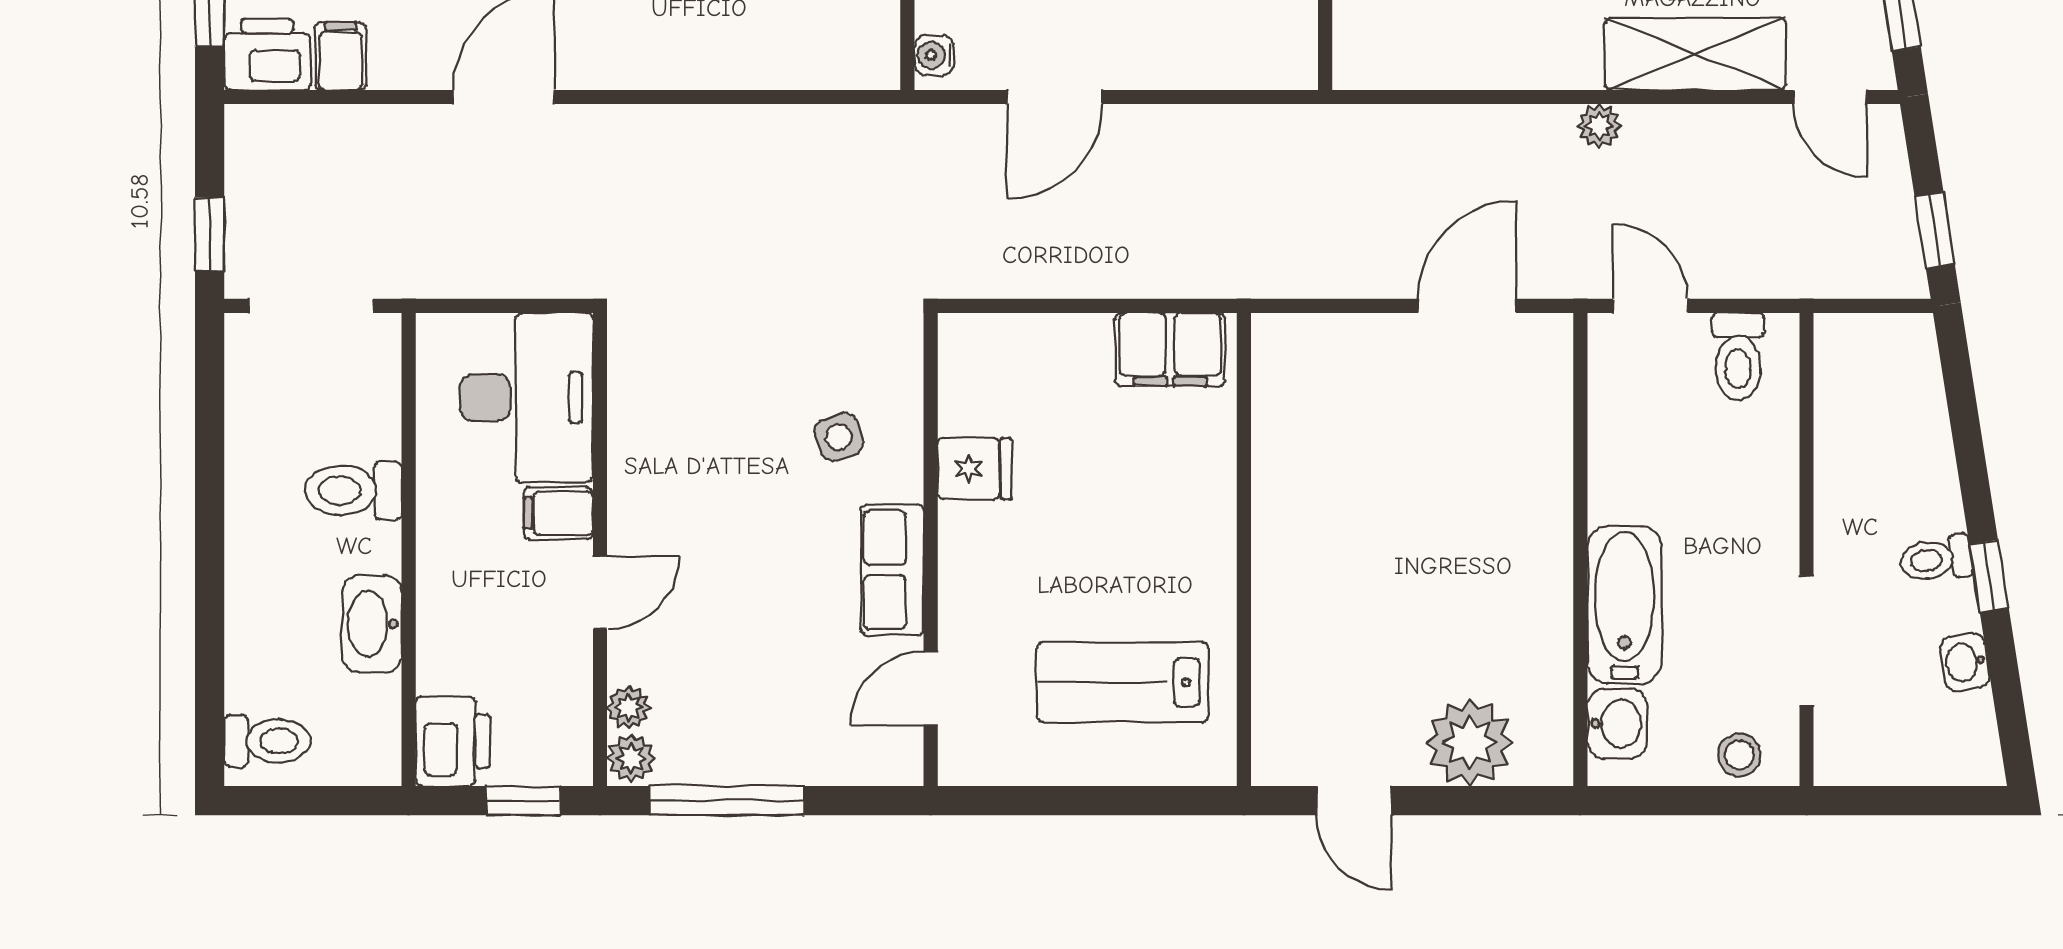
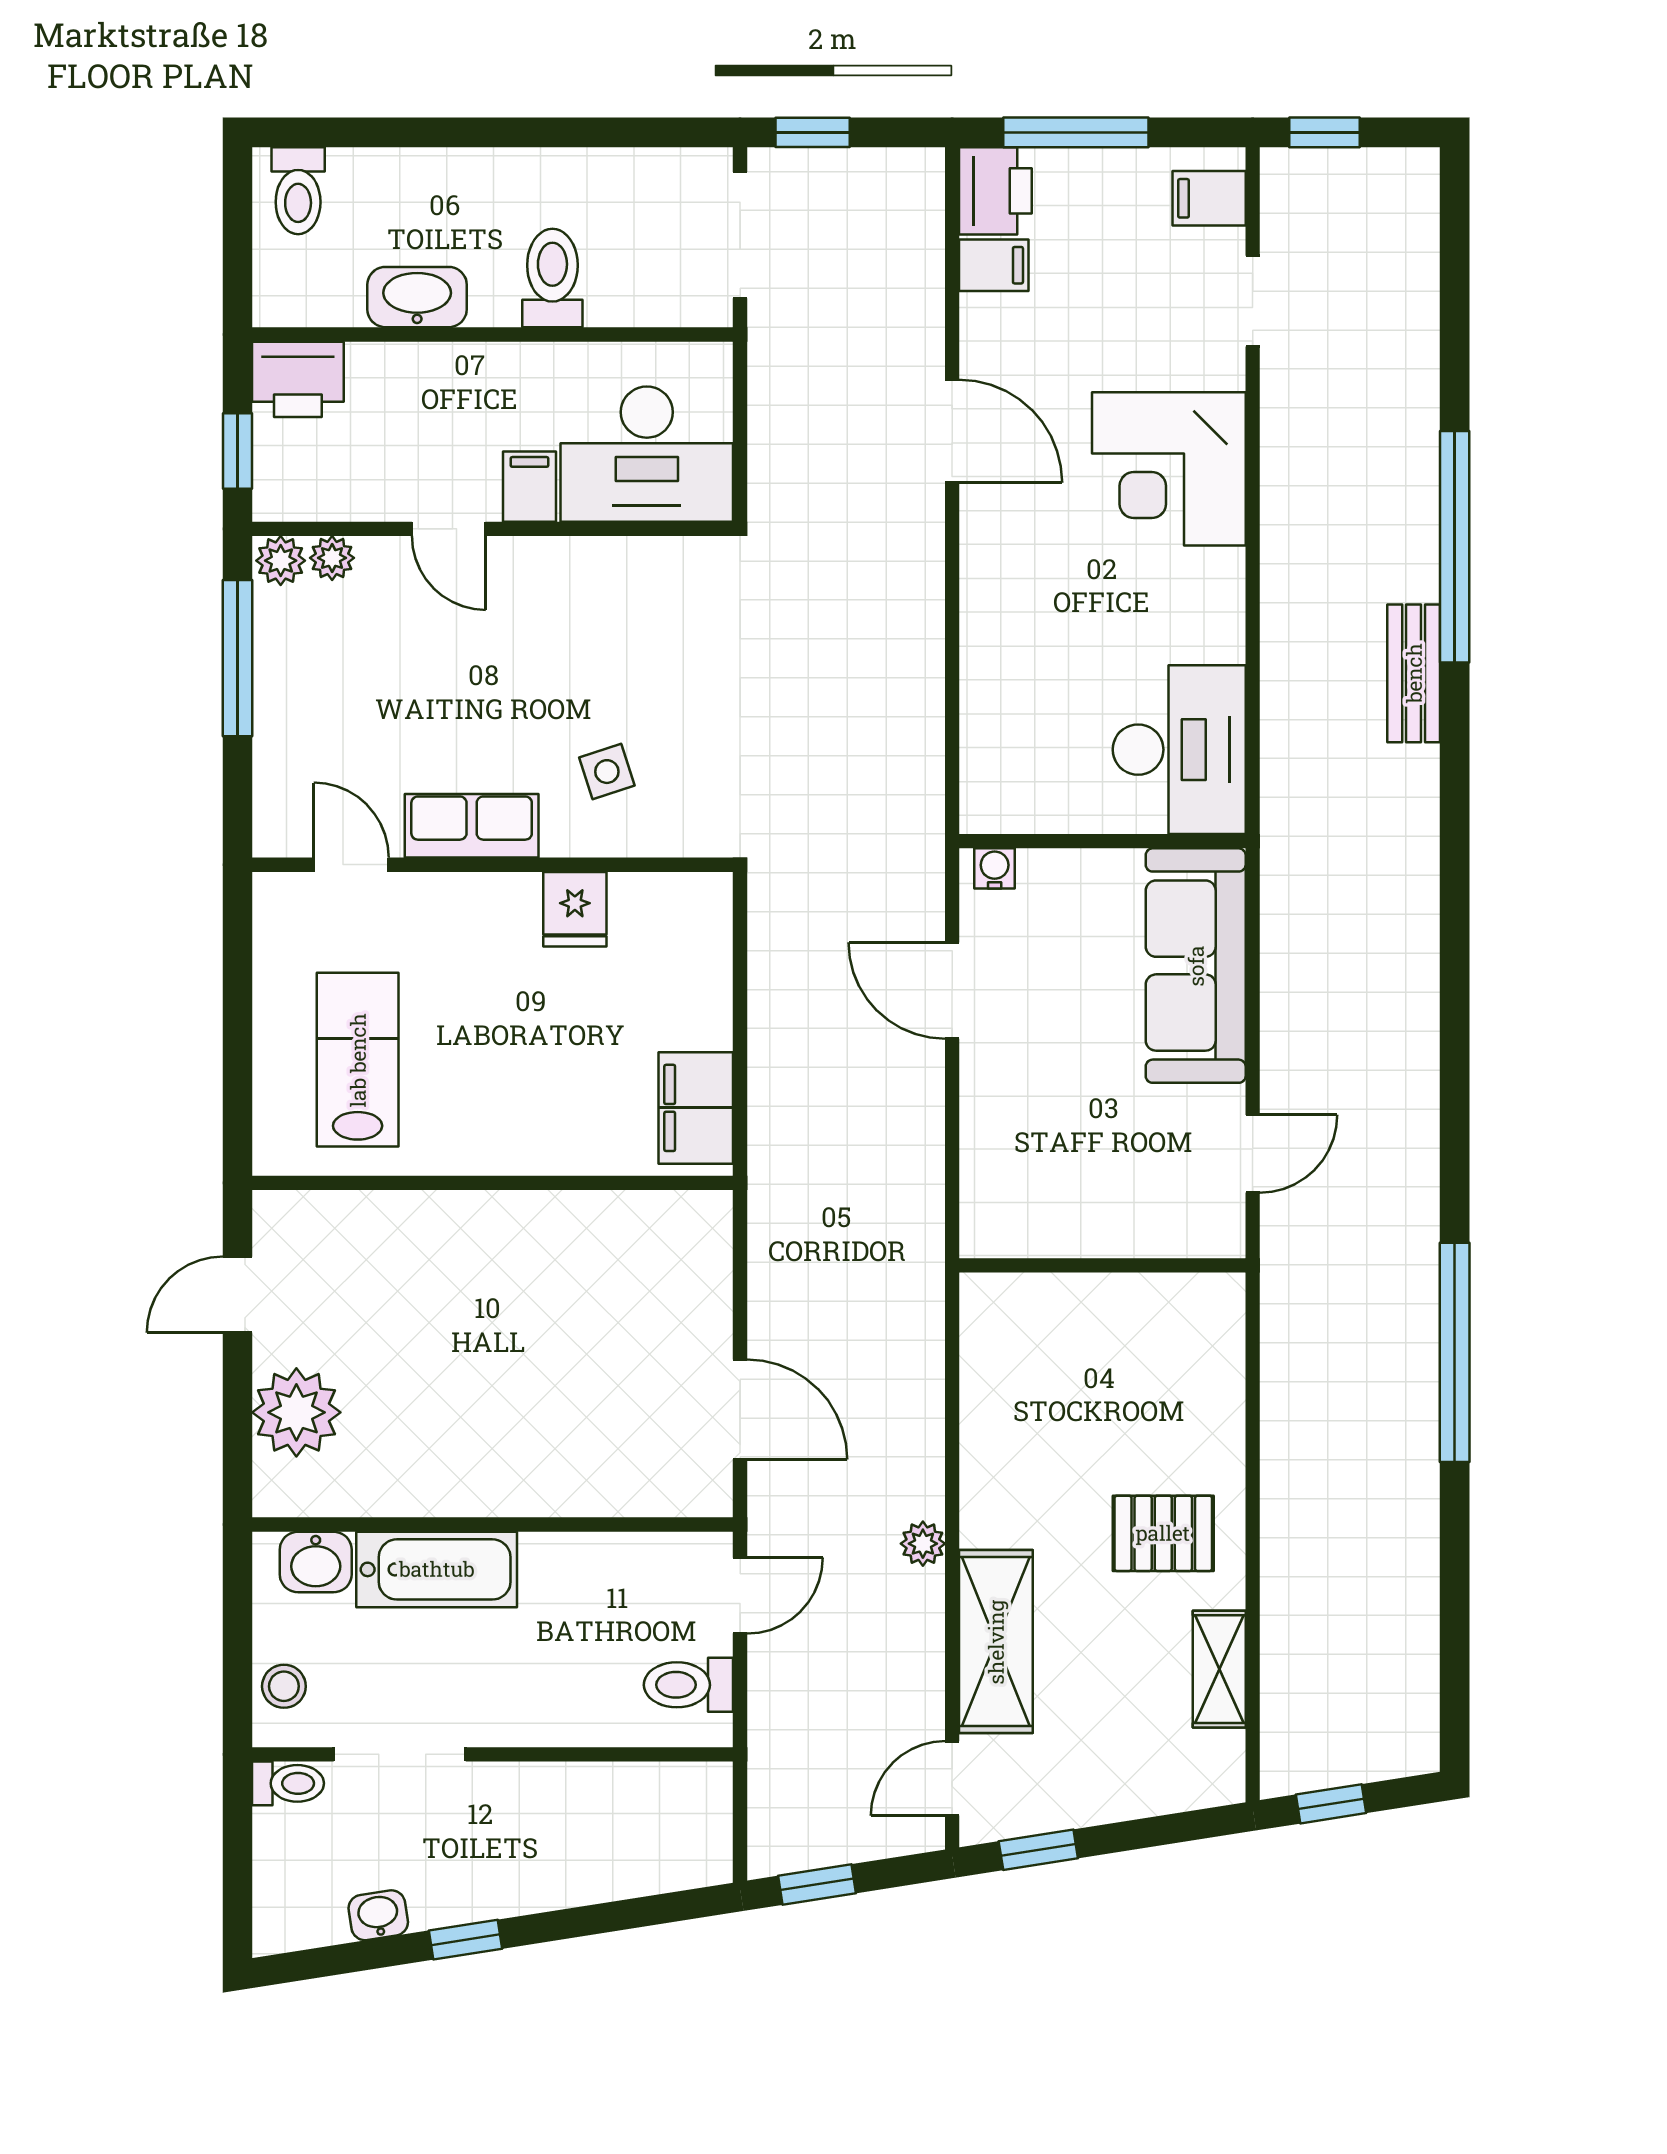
toilet: (1936, 559) -> (288, 1783), moved, turned 99

